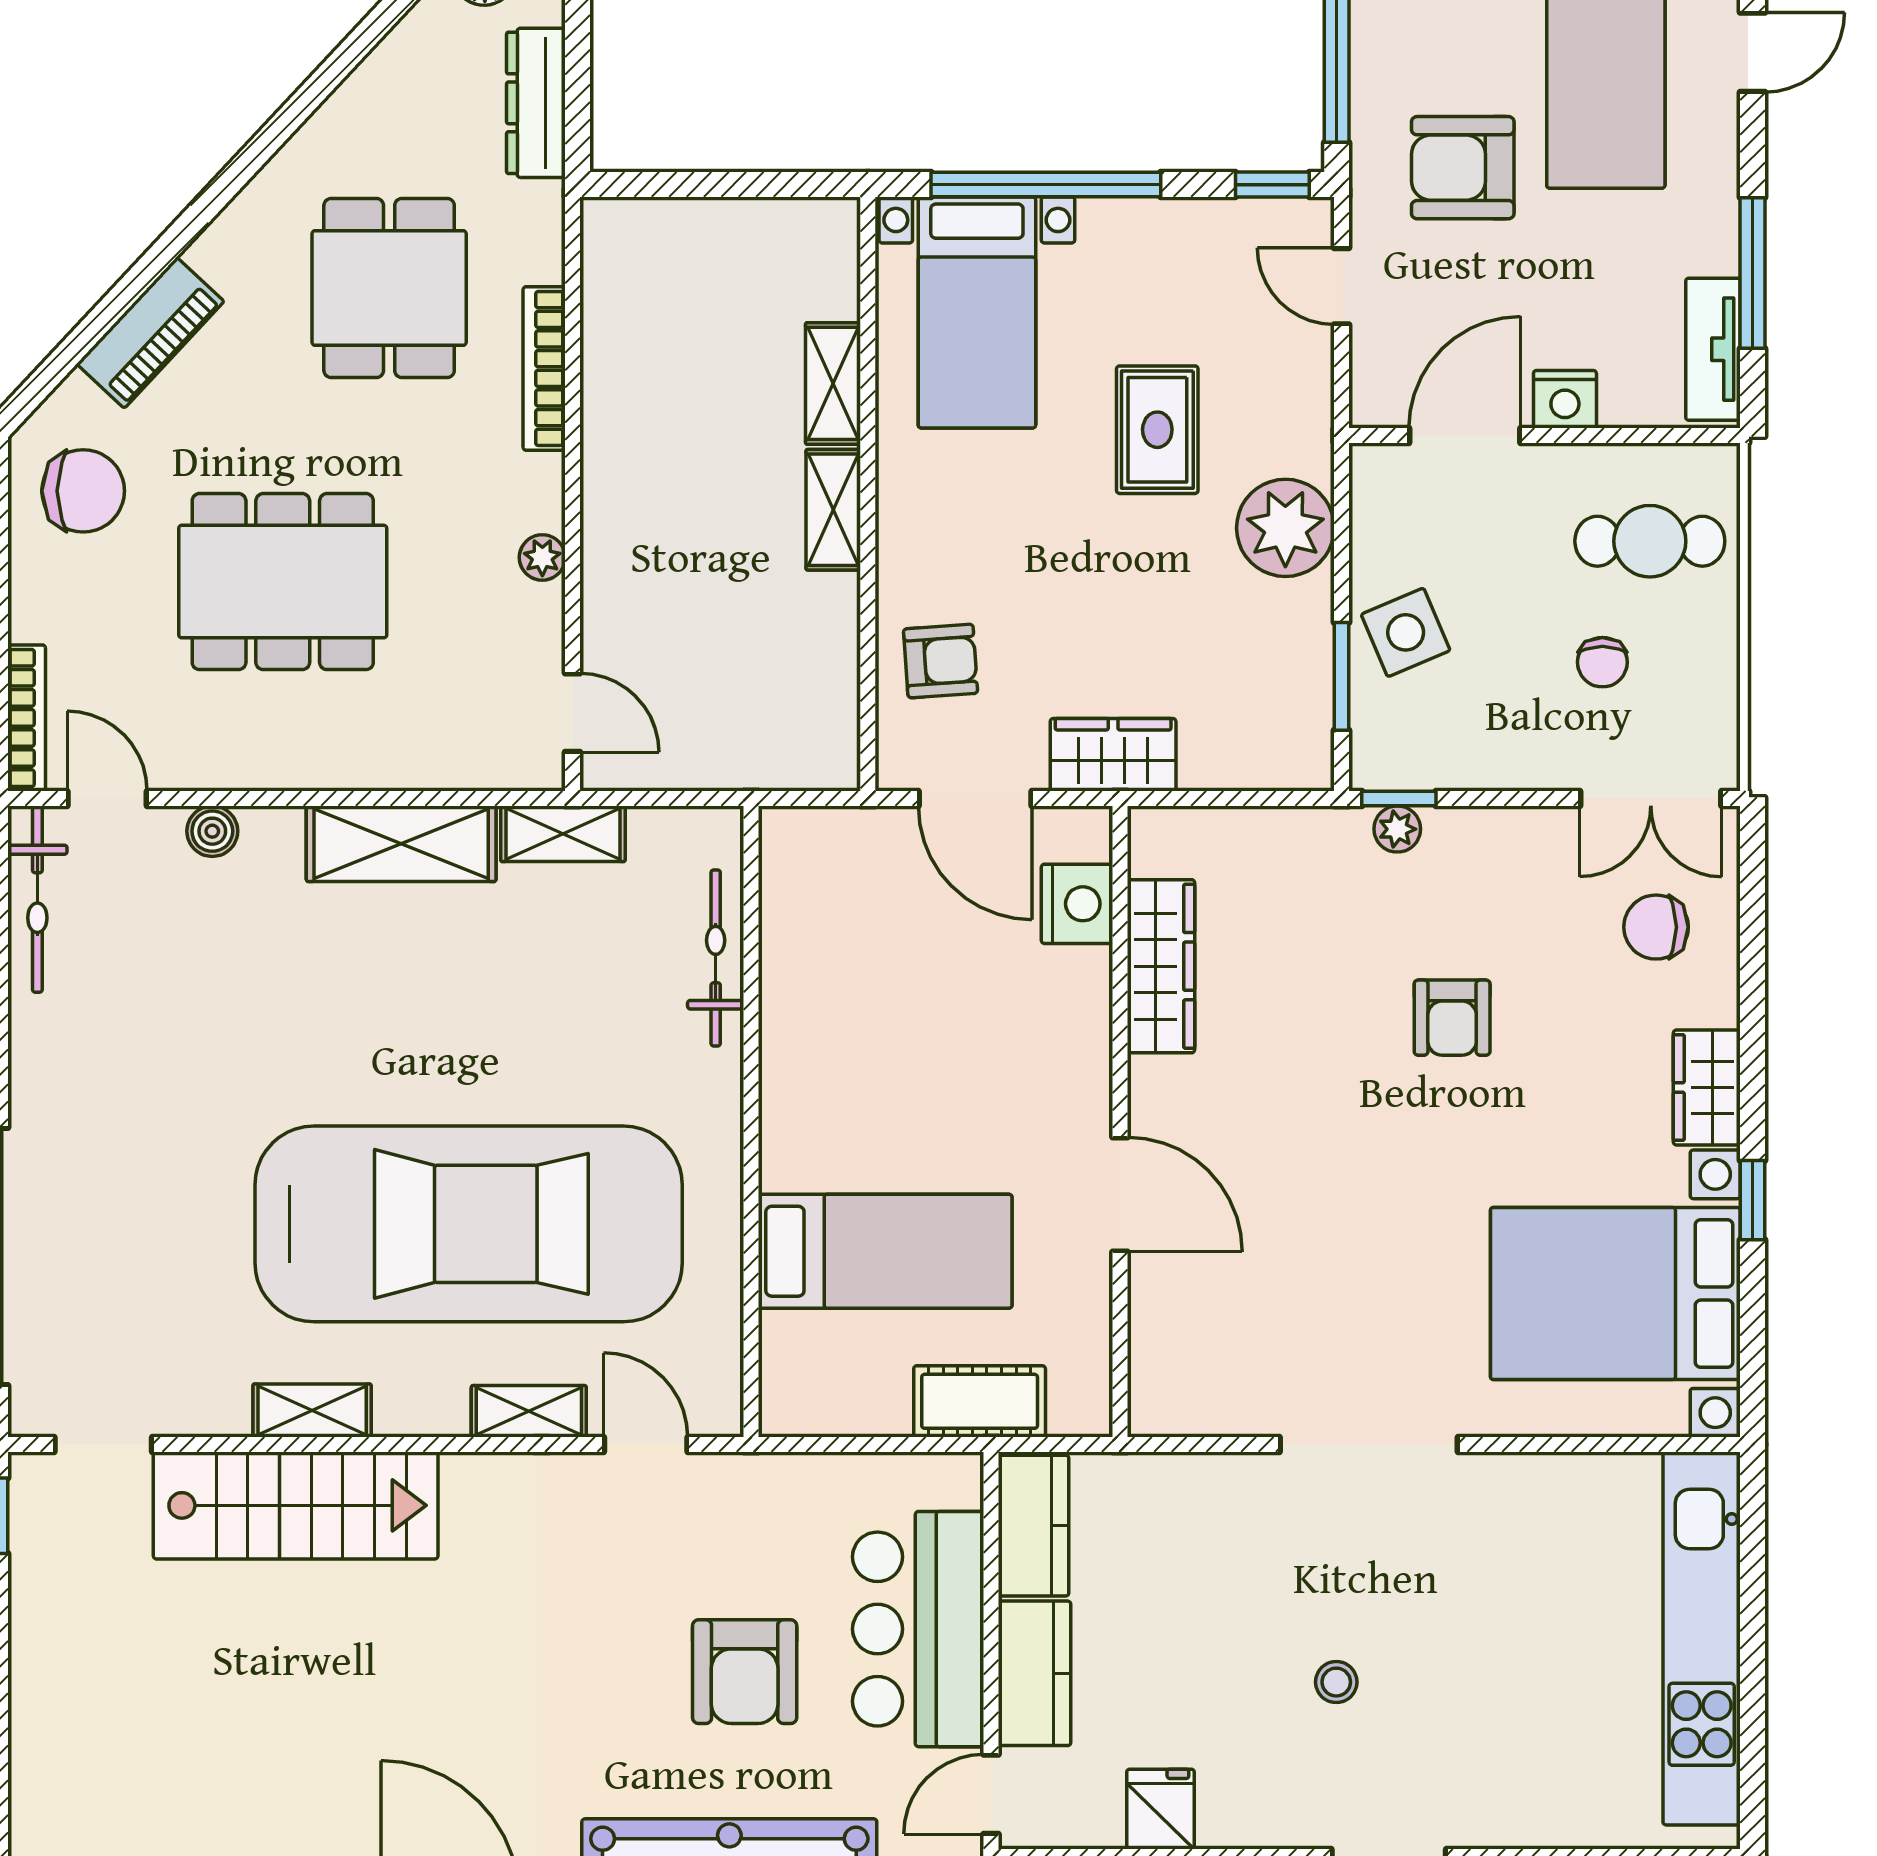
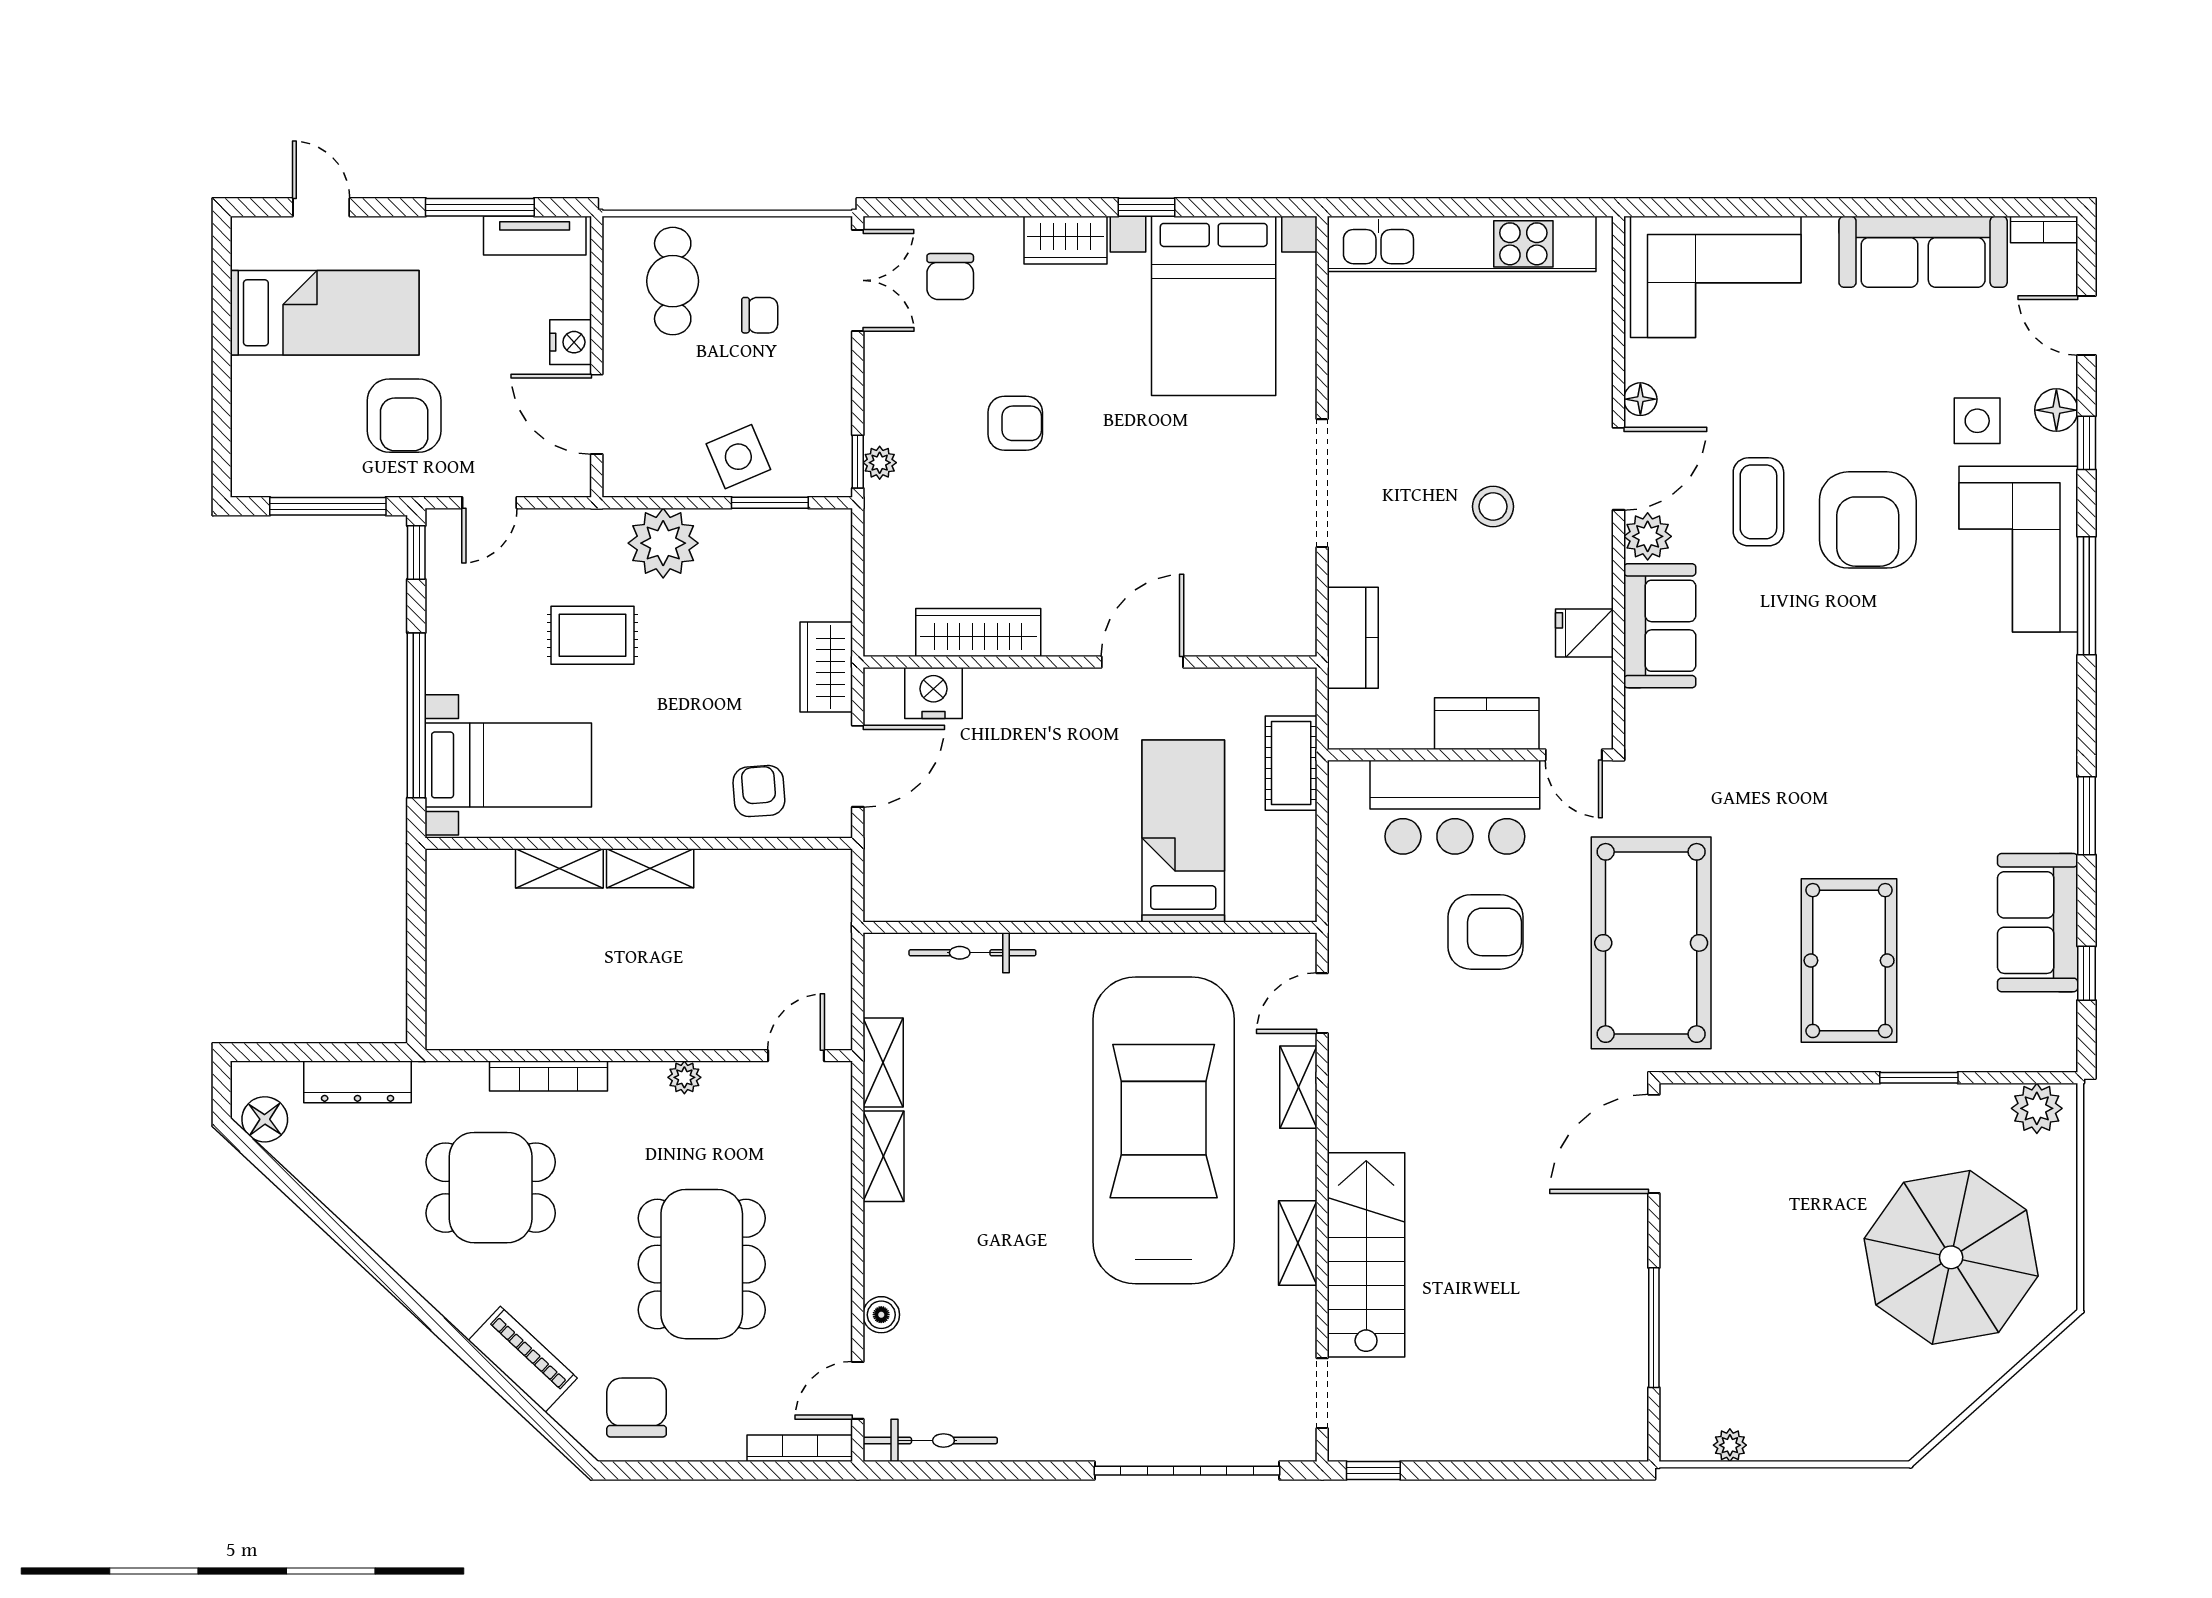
shelving: (401, 844) -> (883, 1156), width x0.67, depth x0.75
kitchen counter: (1033, 1526) -> (1353, 638), moved, turned 90
stool: (1336, 1682) -> (1493, 507), width x1.37, depth x1.37

